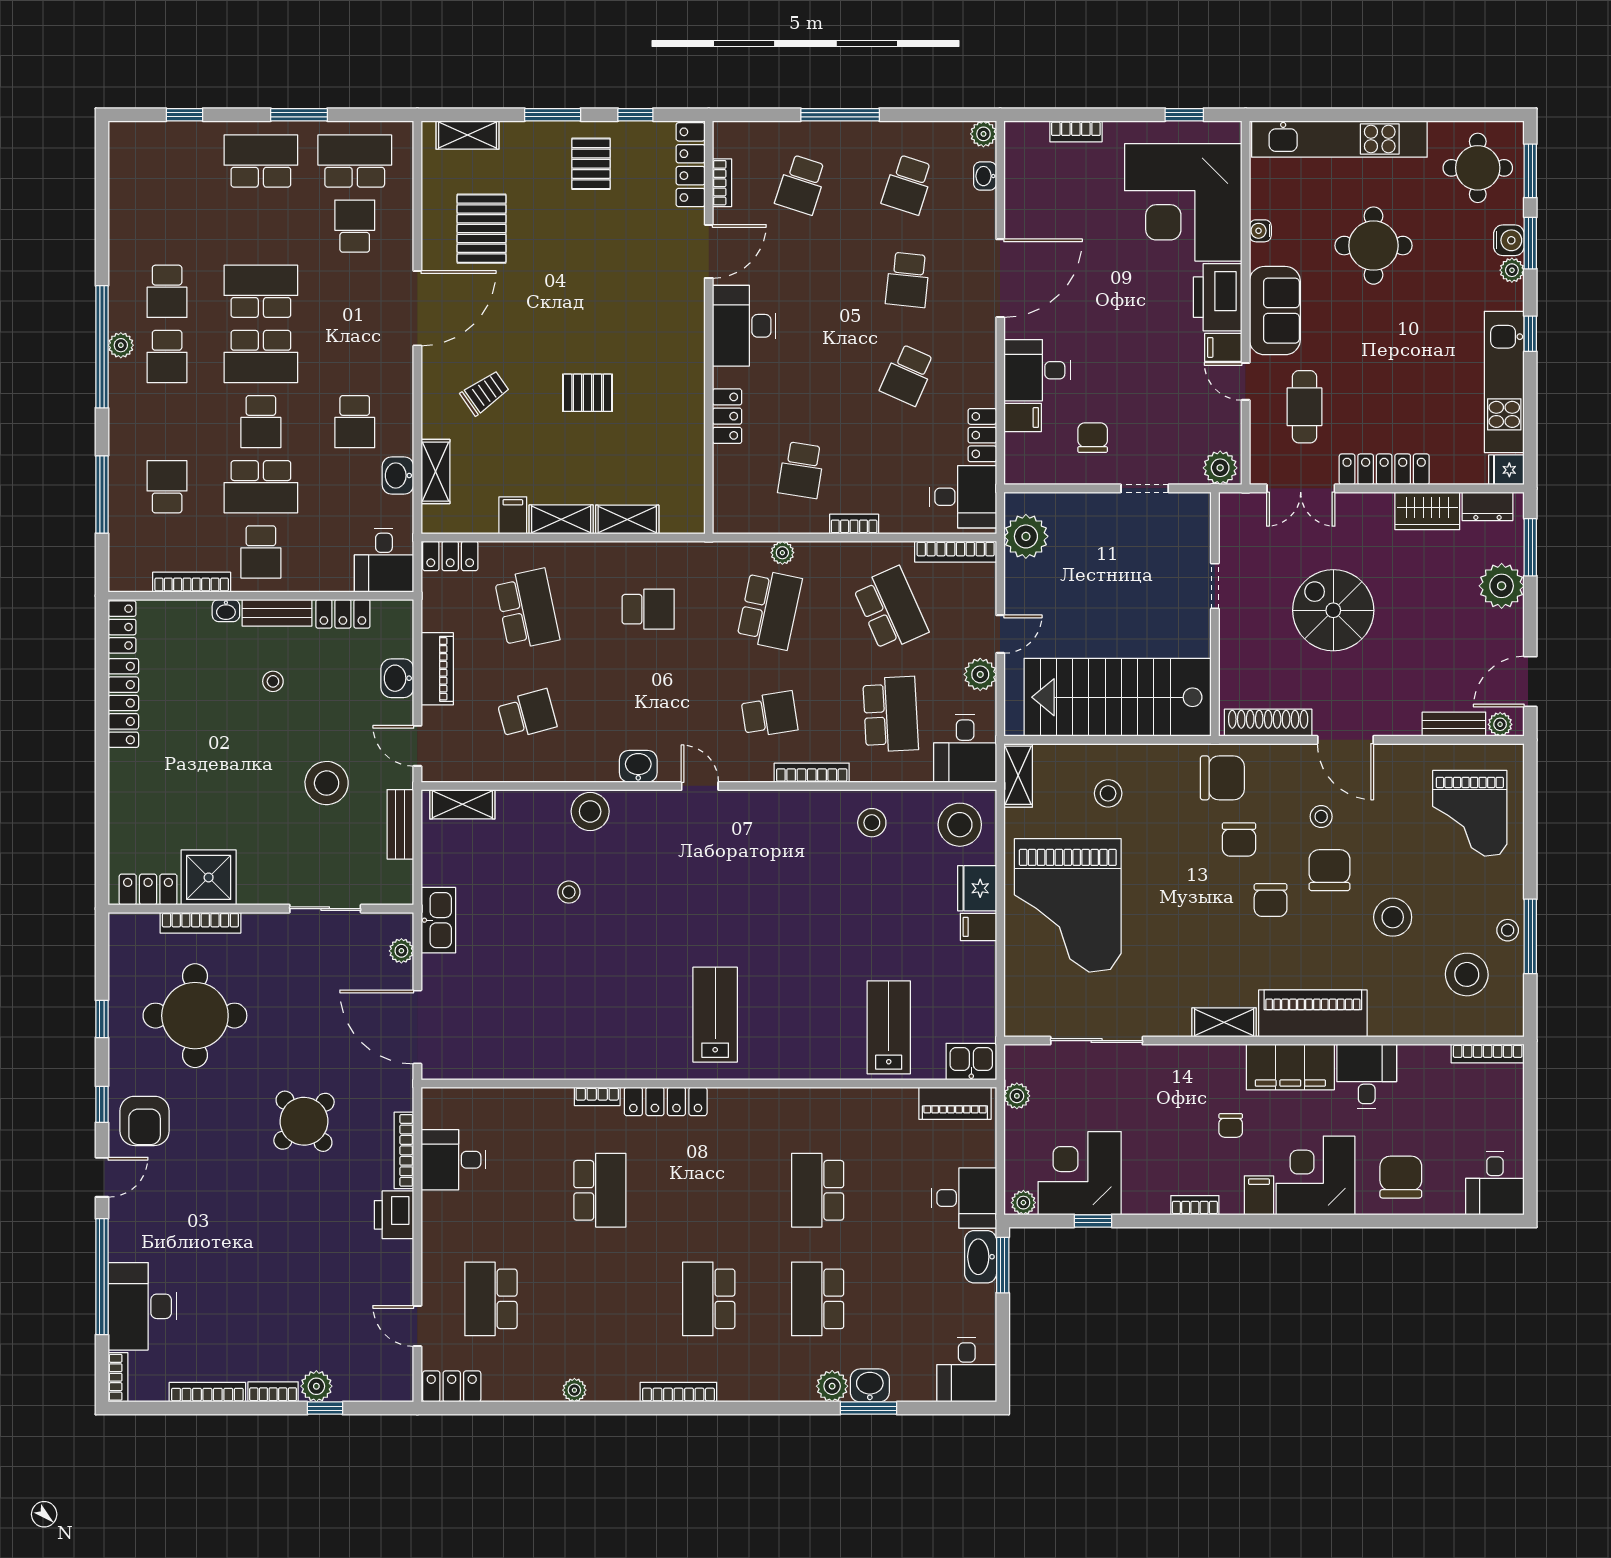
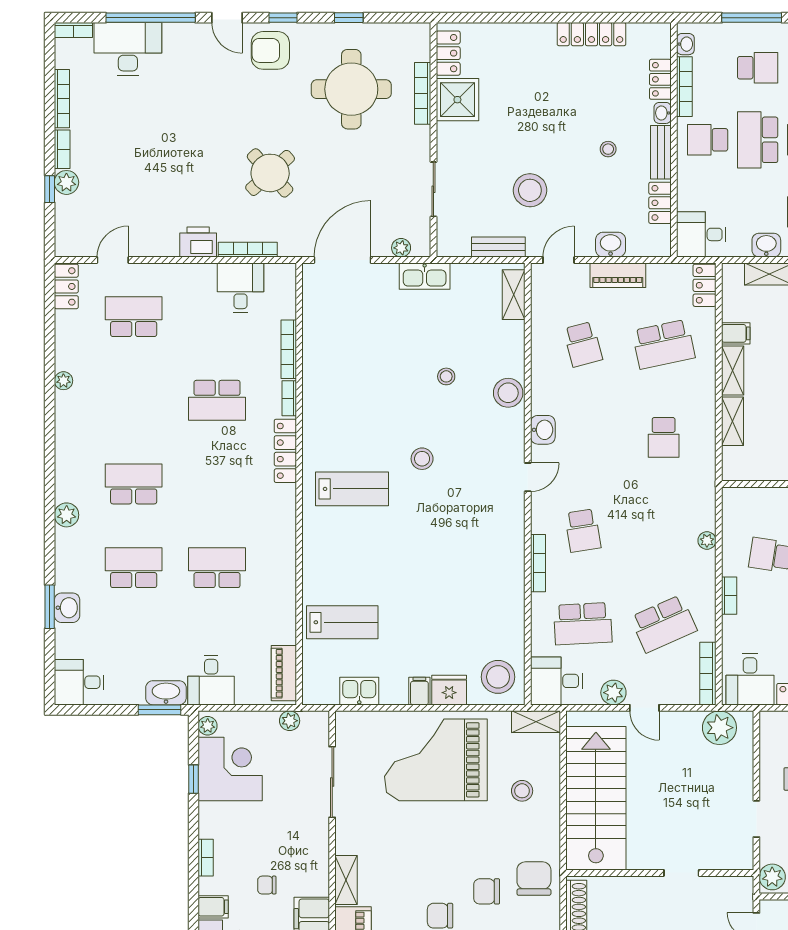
washbasin: (136, 581) -> (685, 44), added
school desk: (769, 609) -> (664, 531), removed
locker: (122, 627) -> (660, 79), moved, turned 90
chair: (1222, 778) -> (534, 879), turned 180
stool: (872, 823) -> (422, 459), moved
kitchen sink: (971, 1062) -> (359, 691), moved, turned -90
plant: (832, 1386) -> (67, 515), moved
bookcase: (678, 1392) -> (289, 349), moved, turned 180

